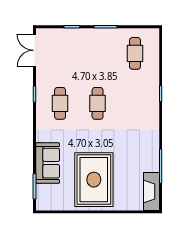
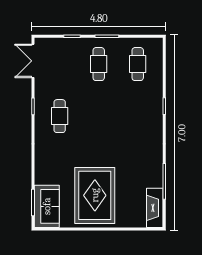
cafe table: (98, 103) -> (99, 64), moved
sofa: (48, 163) -> (47, 206), moved

